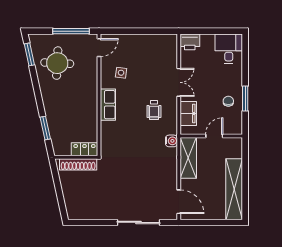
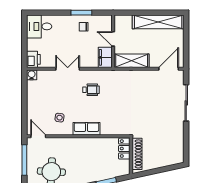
filing cabinet: (188, 113) -> (105, 57), moved, turned -90
water cooler: (171, 141) -> (32, 75), moved

